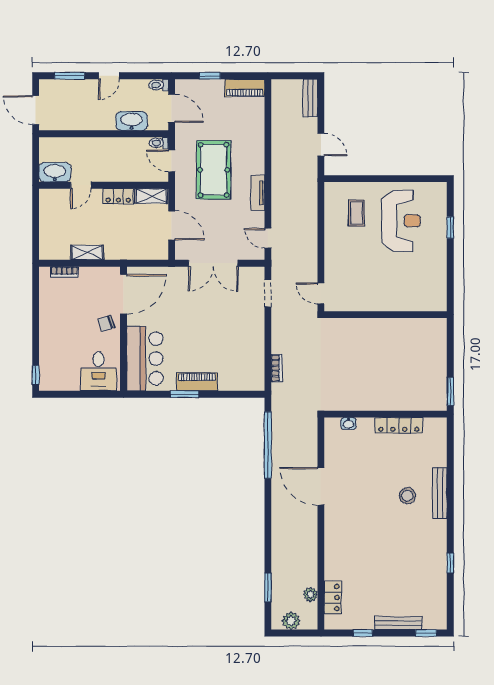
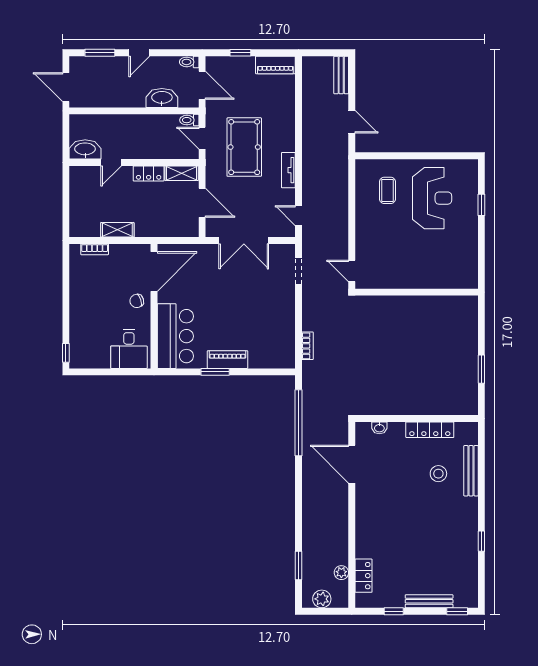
wall: (386, 414) -> (417, 418), moved
washbasin: (348, 424) -> (379, 428), moved
locker: (399, 425) -> (430, 430), moved

